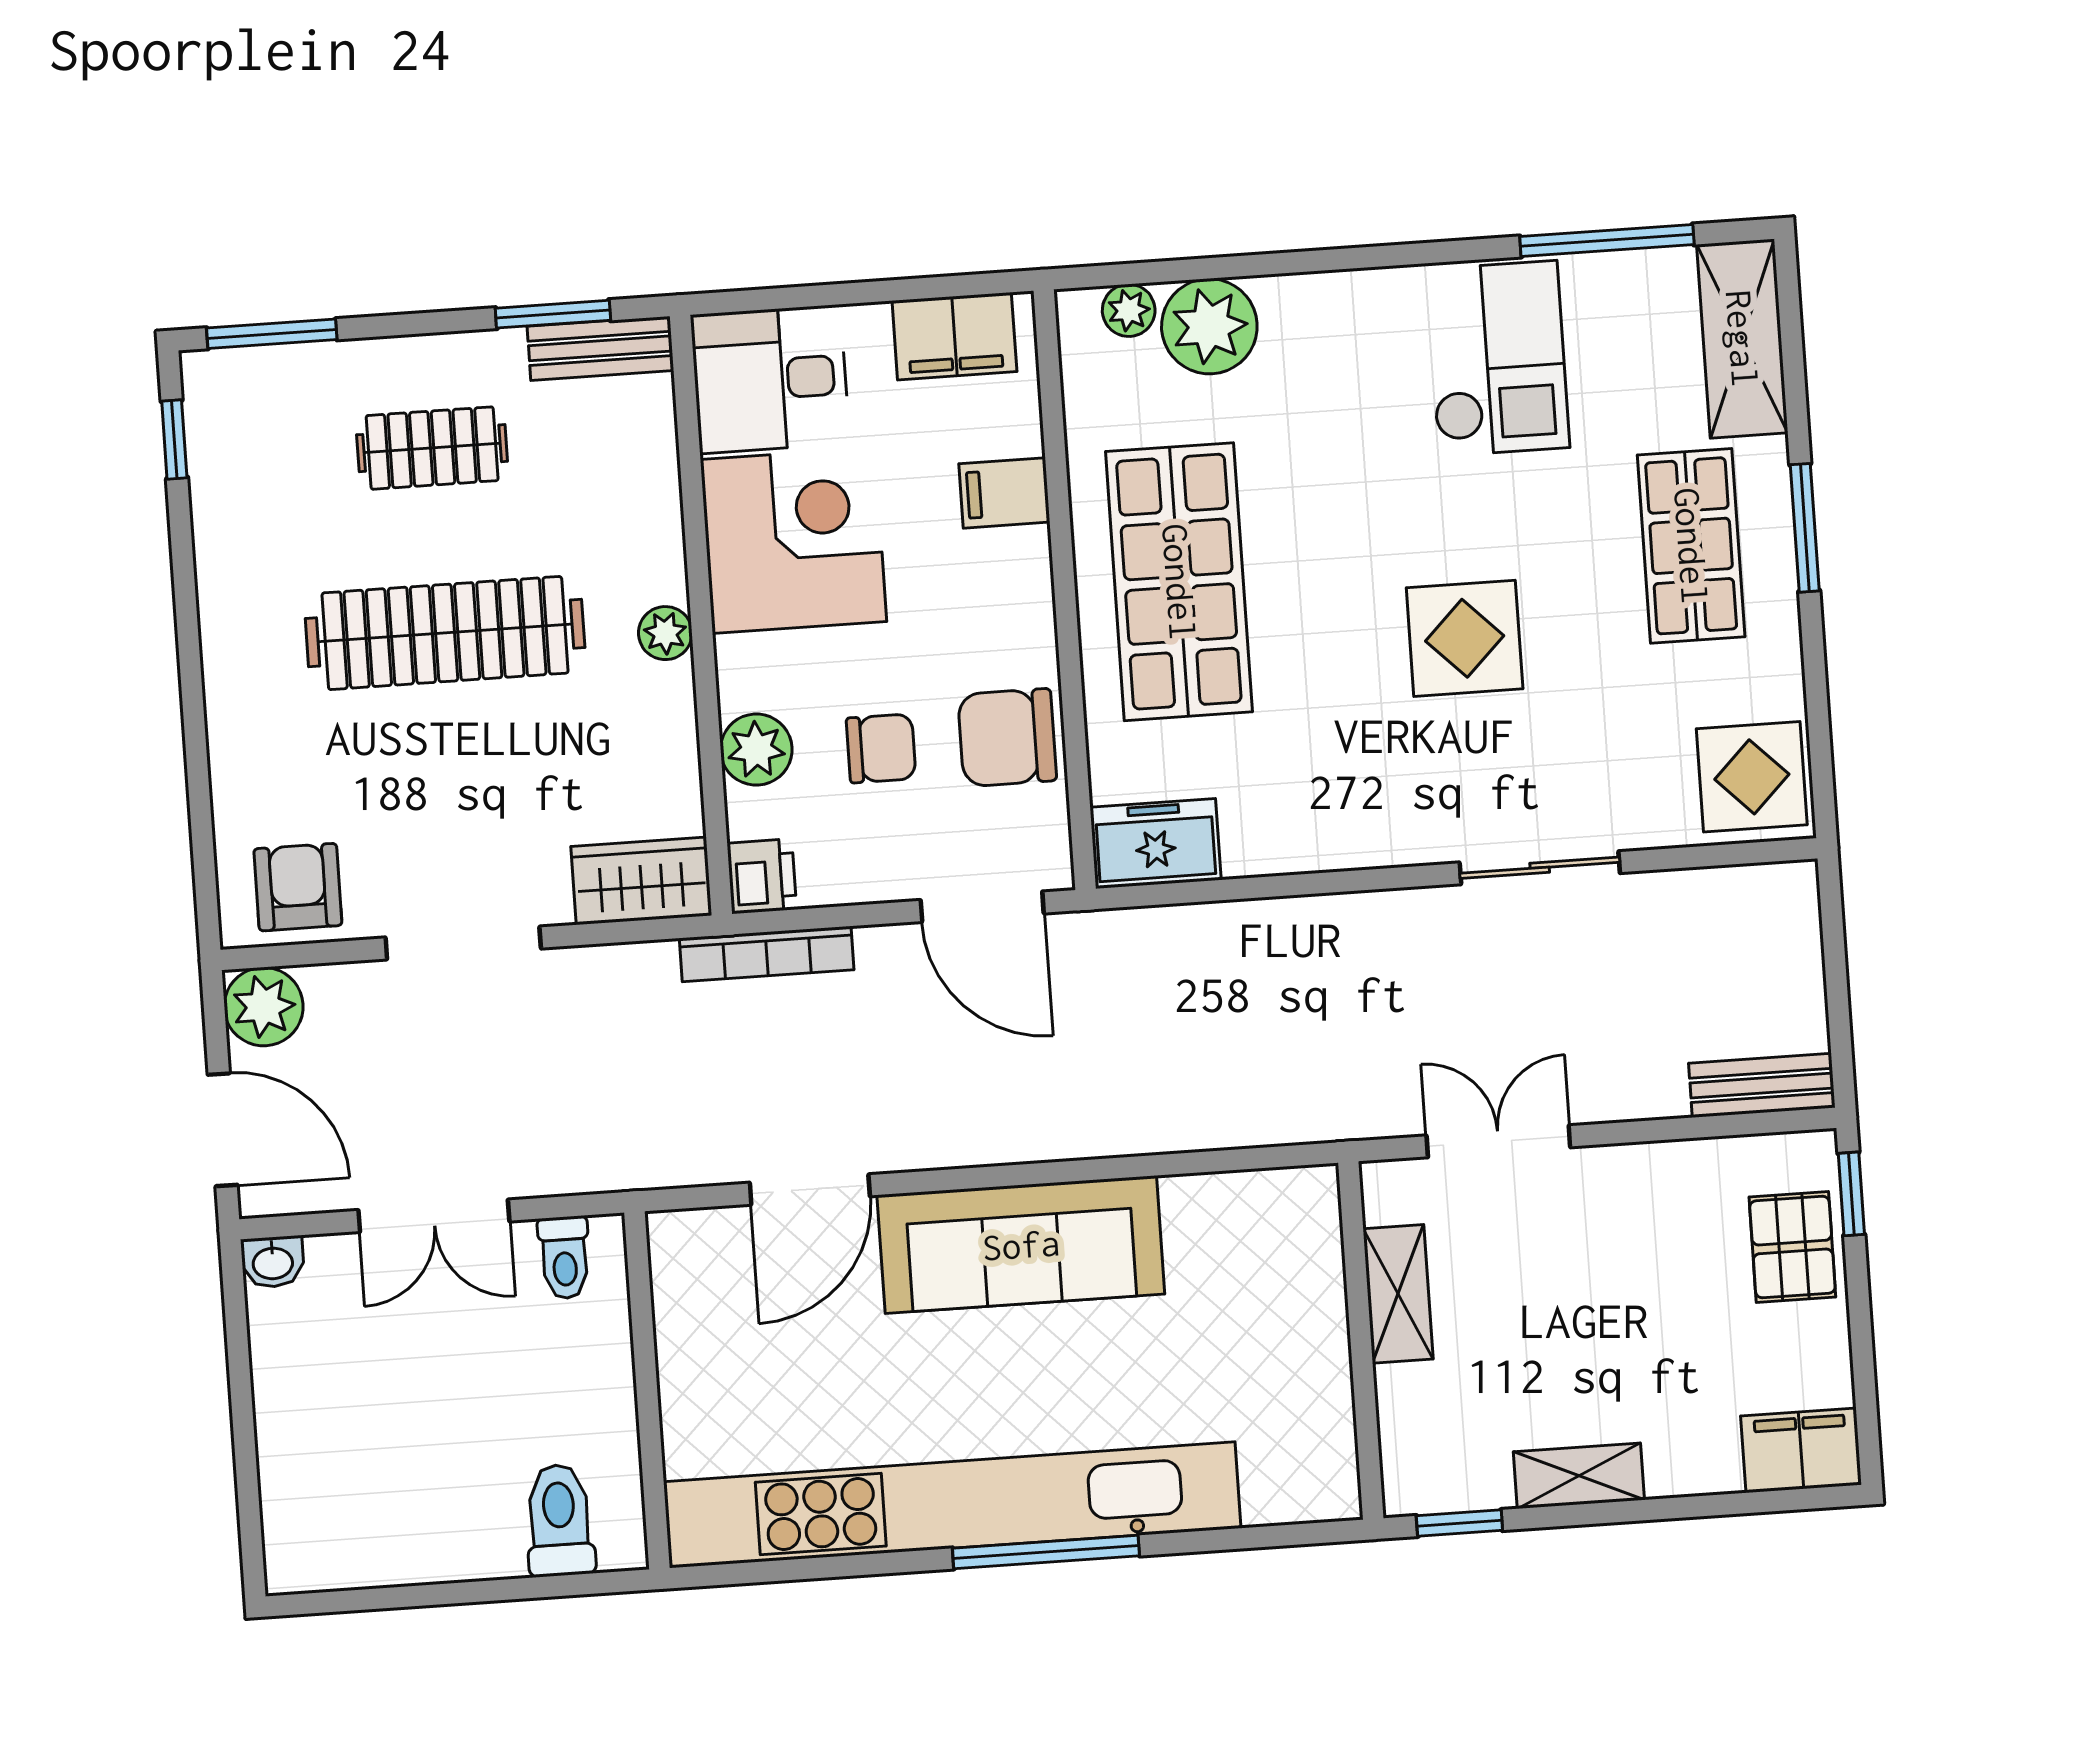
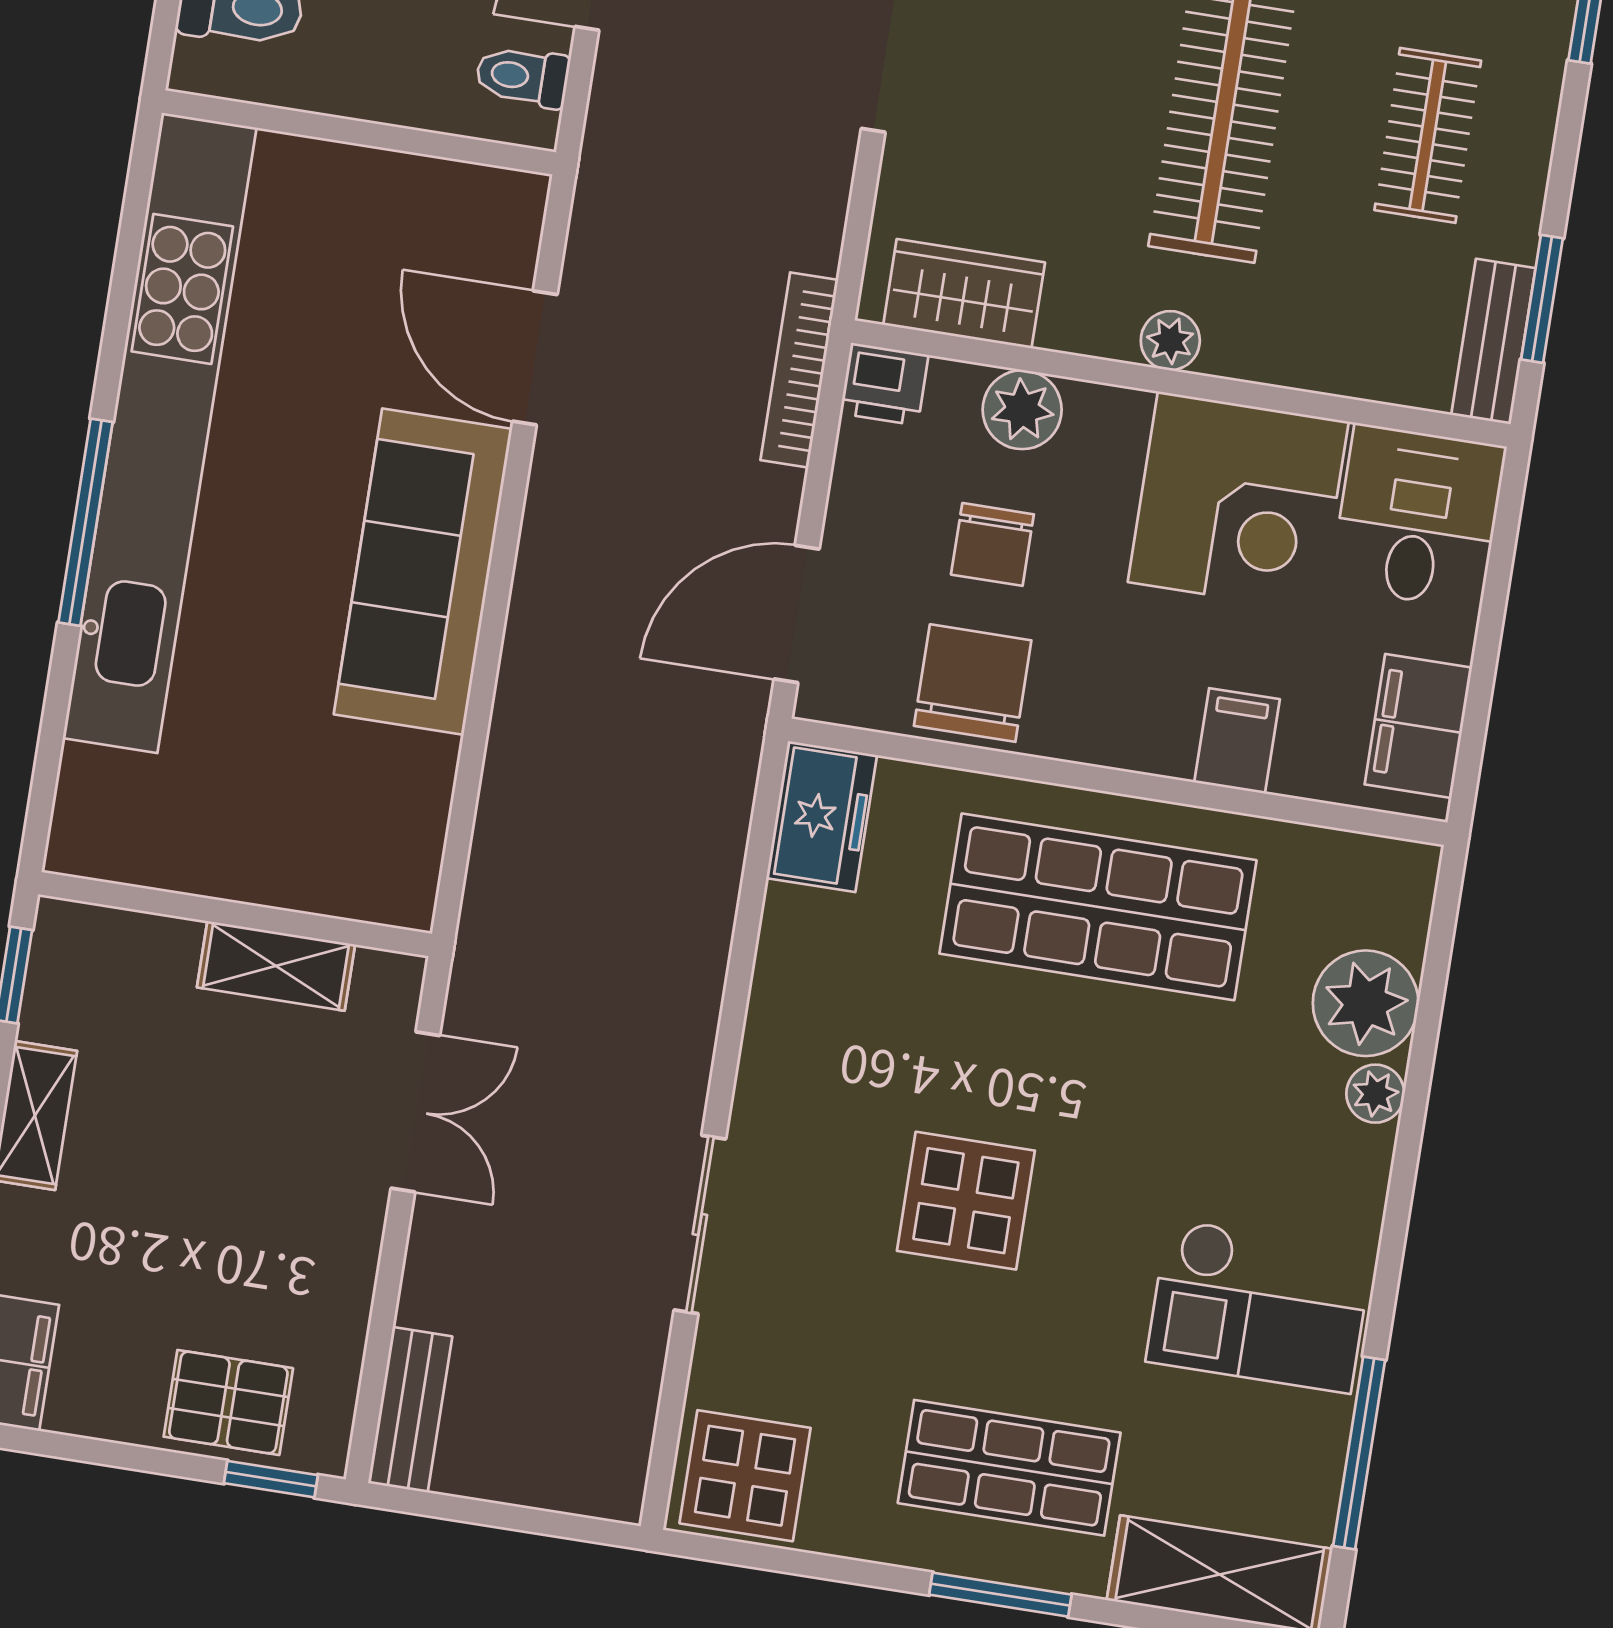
plant: (1129, 310) -> (1375, 1094), moved
wardrobe: (641, 881) -> (964, 294), moved, turned -90

